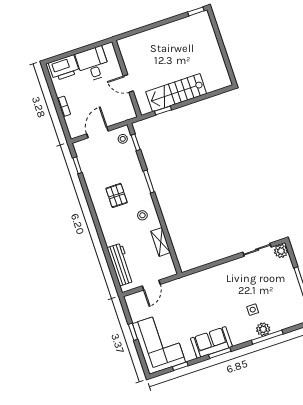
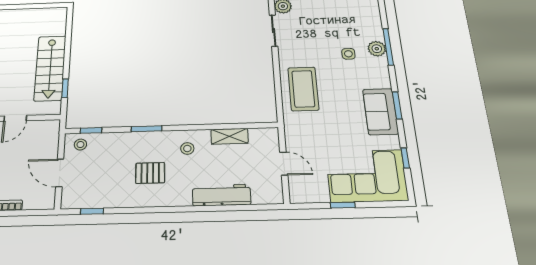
workbench: (121, 265) -> (221, 195), moved
coffee table: (214, 284) -> (303, 89), added

